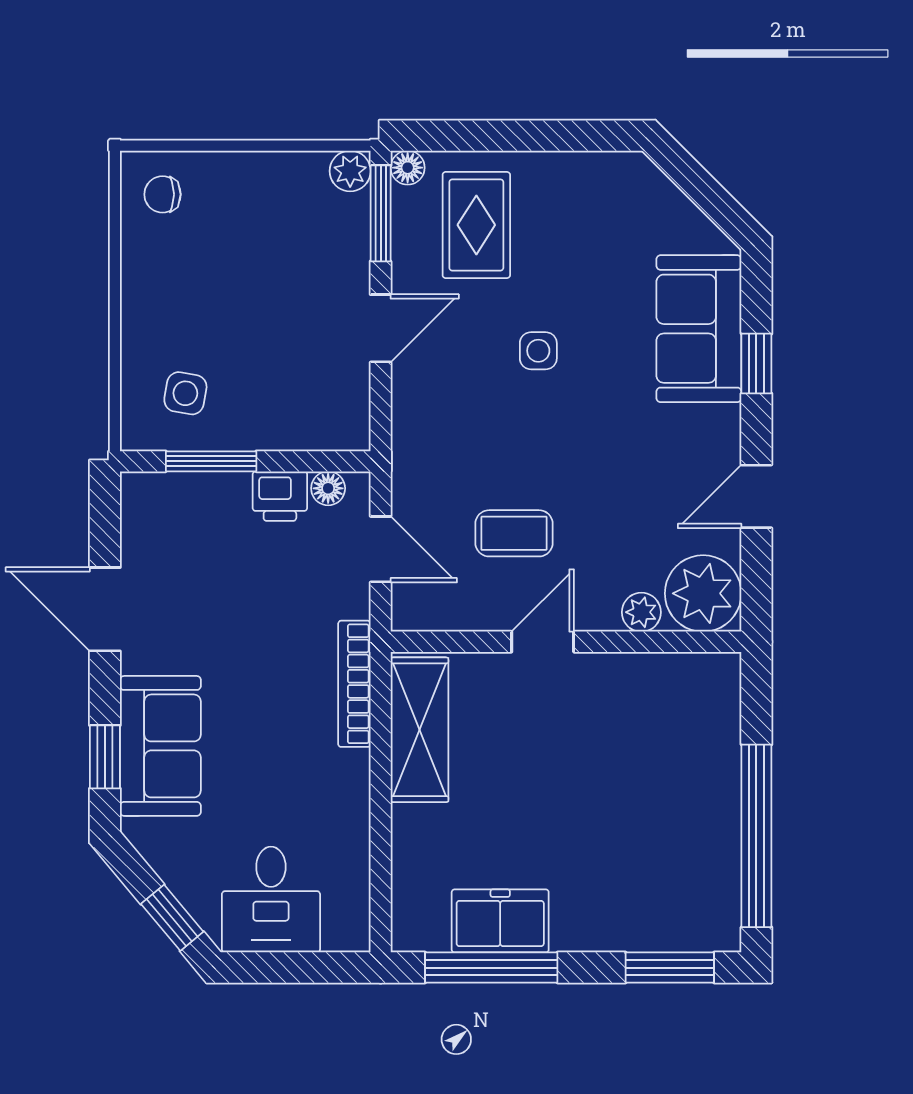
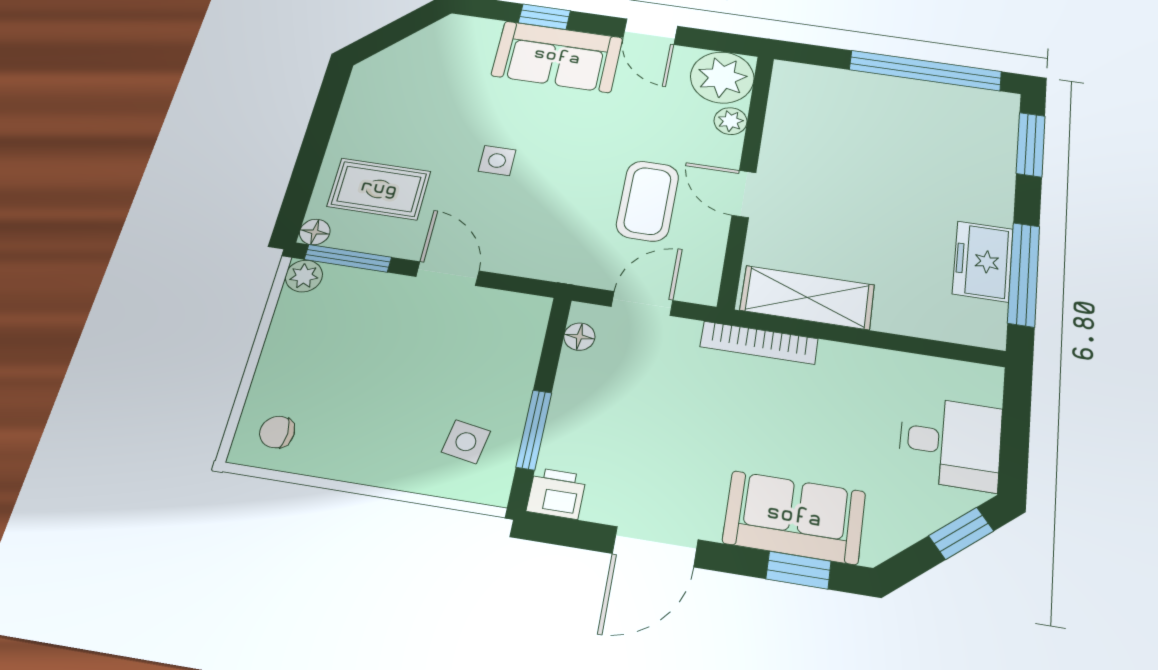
chair: (162, 194) -> (277, 432), turned 90
sofa: (699, 329) -> (557, 57), moved
printer: (280, 496) -> (556, 493), moved, turned -90
coffee table: (514, 533) -> (648, 201), width x1.36, depth x1.30

